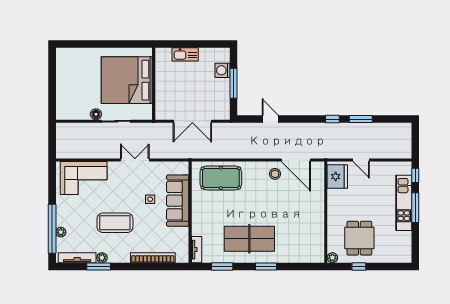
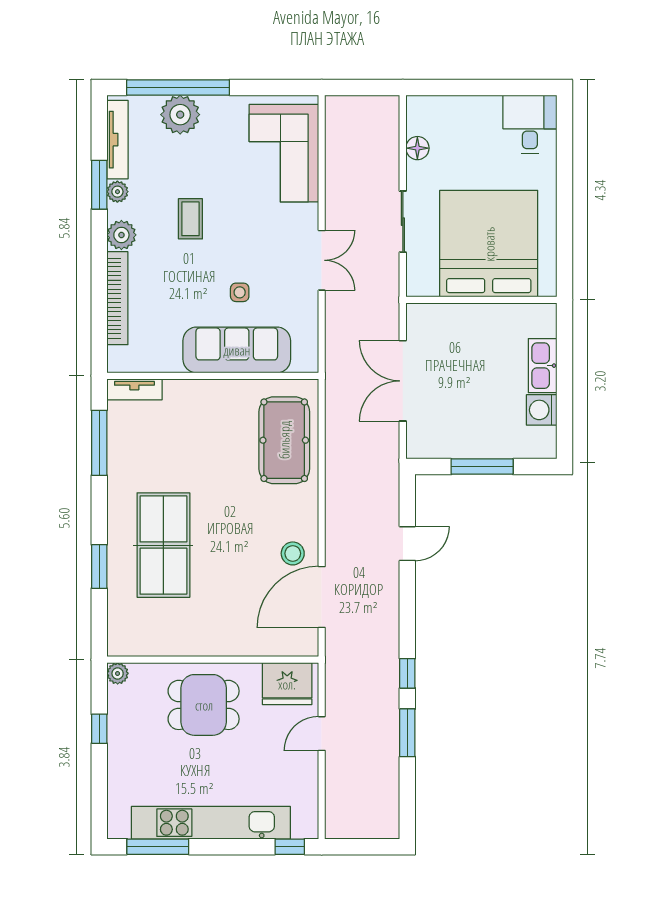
desk: (70, 60) -> (530, 124), added
washing machine: (223, 70) -> (542, 410), moved, turned -90
floor lamp: (96, 114) -> (417, 148), moved
kitchen unit: (404, 203) -> (211, 823), width x1.36
window: (415, 208) -> (158, 847), moved
coffee table: (115, 223) -> (190, 219), width x0.54, depth x0.58
plant: (61, 232) -> (180, 115), width x1.88, depth x1.88
dining table: (359, 238) -> (204, 705), moved
table tennis table: (249, 239) -> (163, 545), moved
plant: (123, 256) -> (121, 235), added
window: (222, 266) -> (99, 443), width x1.44
window: (266, 266) -> (99, 566), moved

